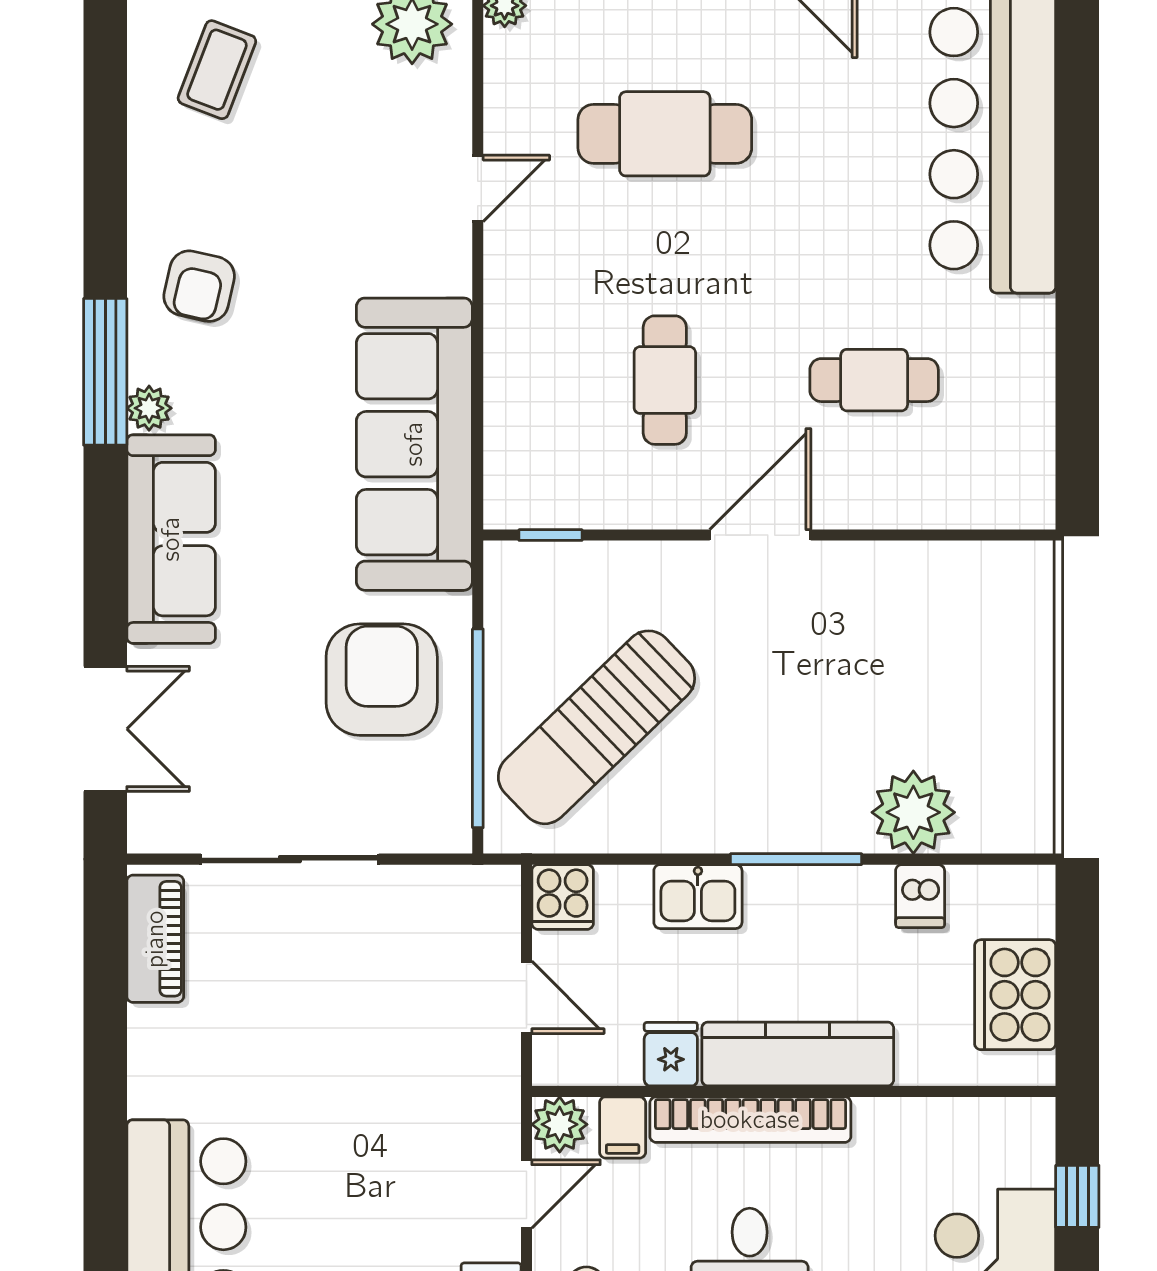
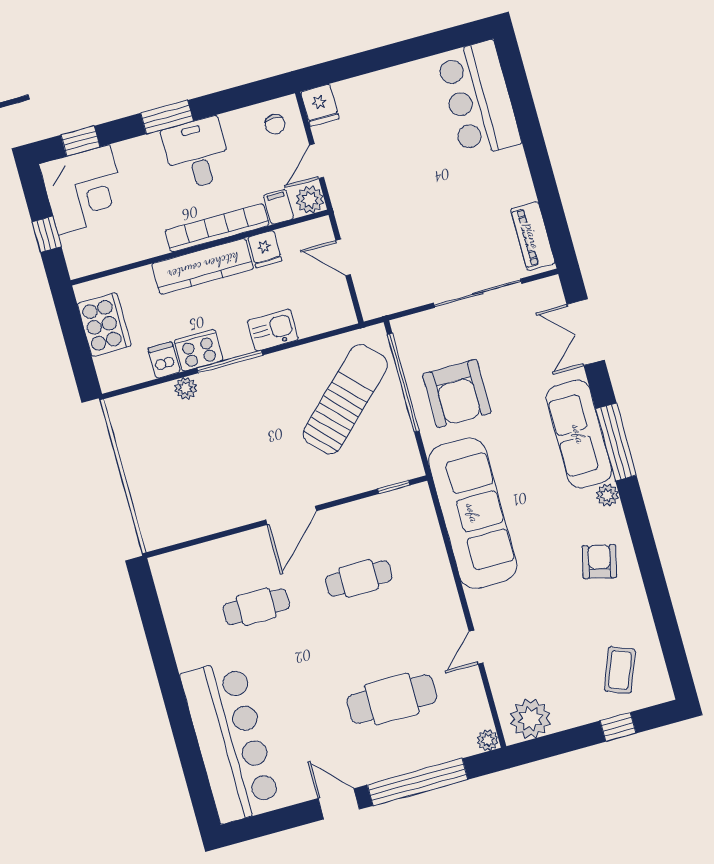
window: (105, 372) -> (616, 442), moved
cafe table: (665, 380) -> (359, 578), turned 90
plant: (913, 812) -> (186, 388), width x0.53, depth x0.53
cooker: (563, 897) -> (199, 350), moved, width x1.36

